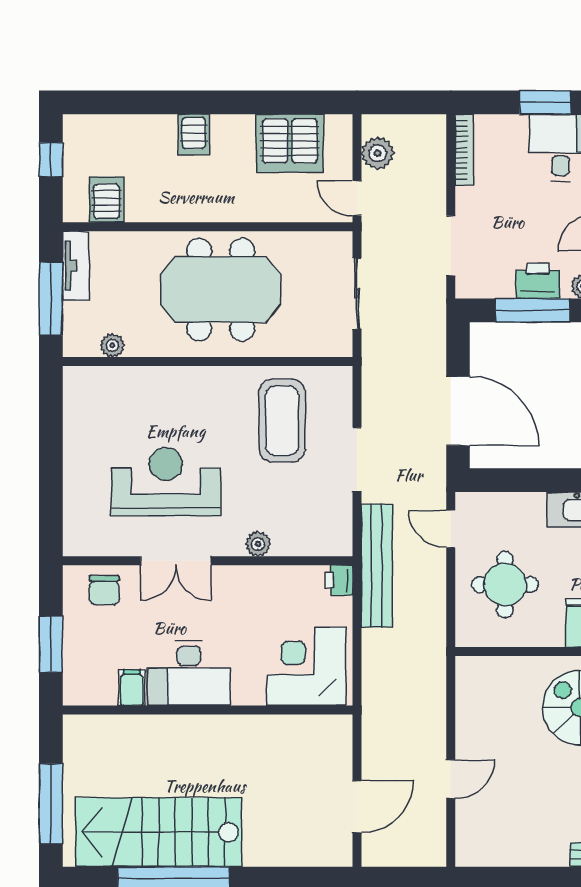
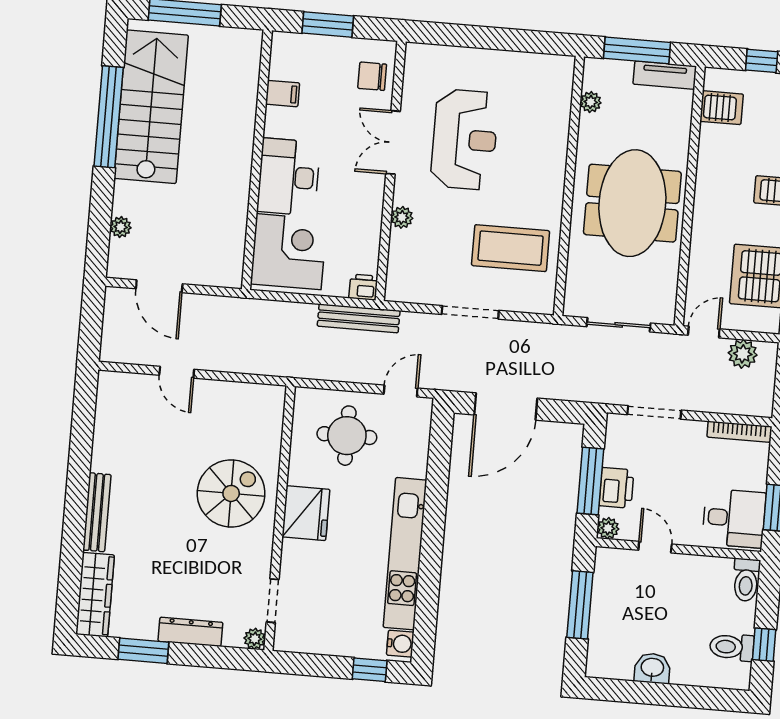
bench: (377, 566) -> (359, 318), width x0.73, depth x0.82
desk: (189, 673) -> (289, 177), moved
plant: (295, 855) -> (121, 227), added

